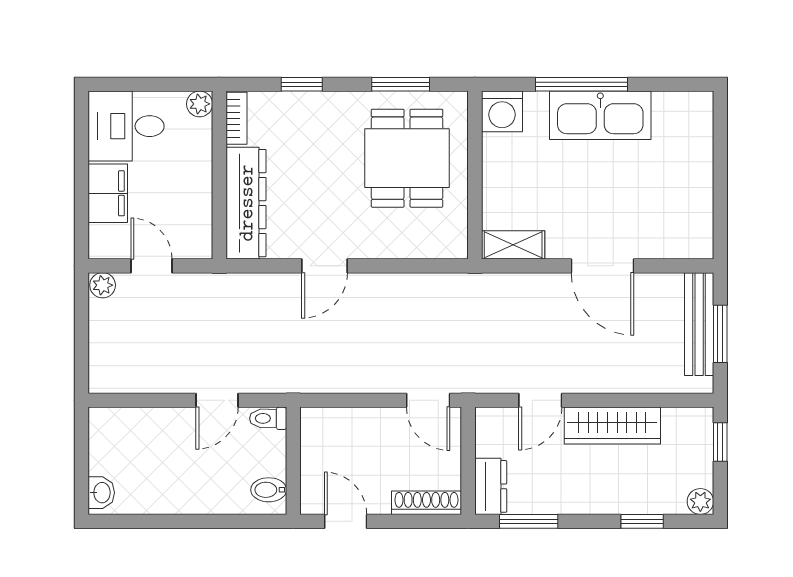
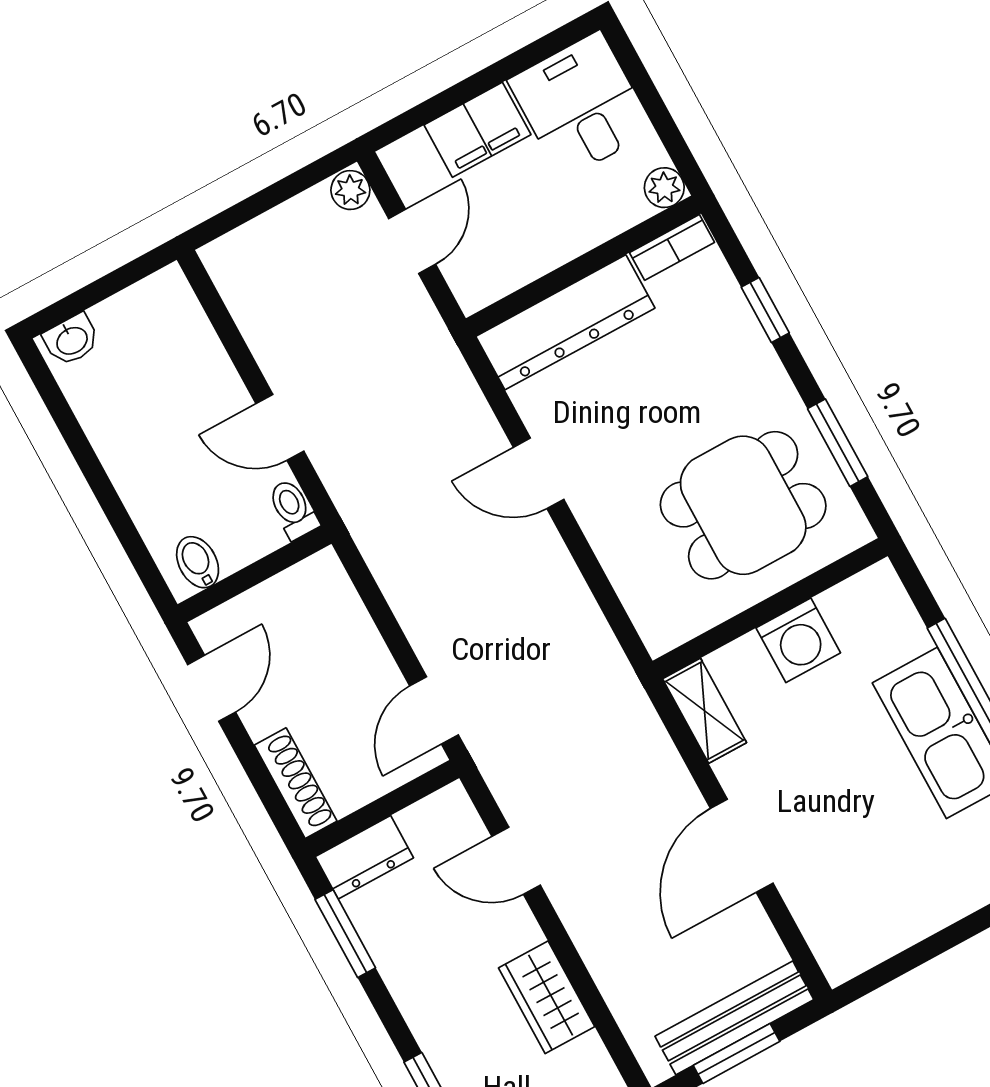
washing machine: (502, 111) -> (798, 640), moved, turned -90
wardrobe: (612, 426) -> (547, 997), width x0.67

